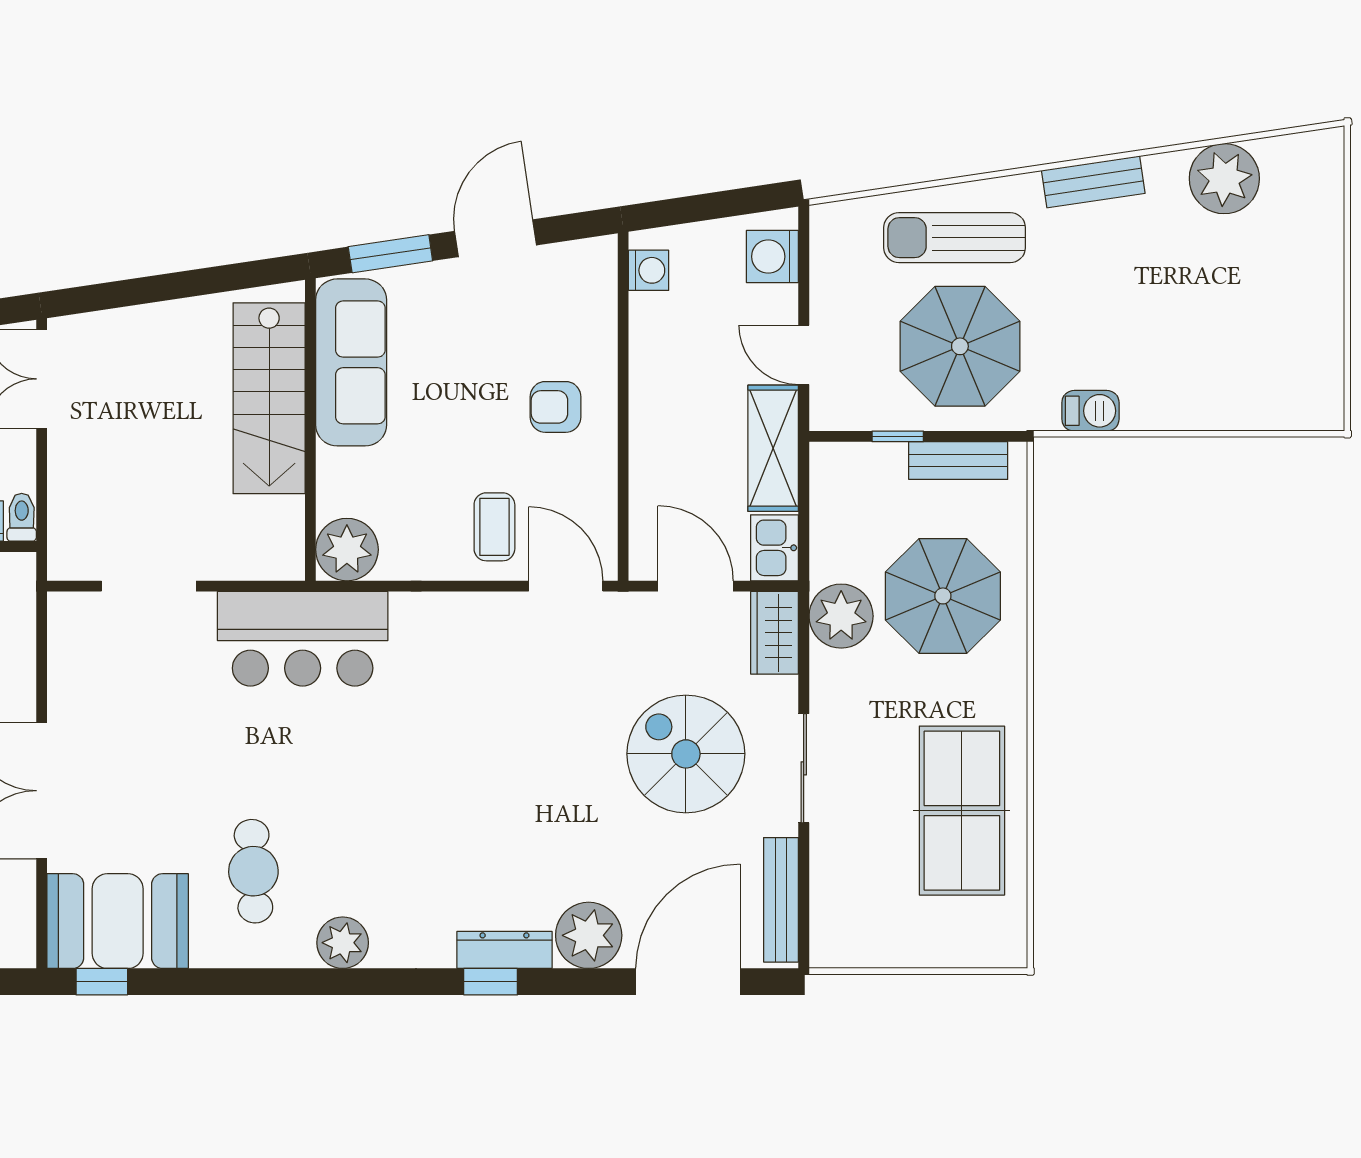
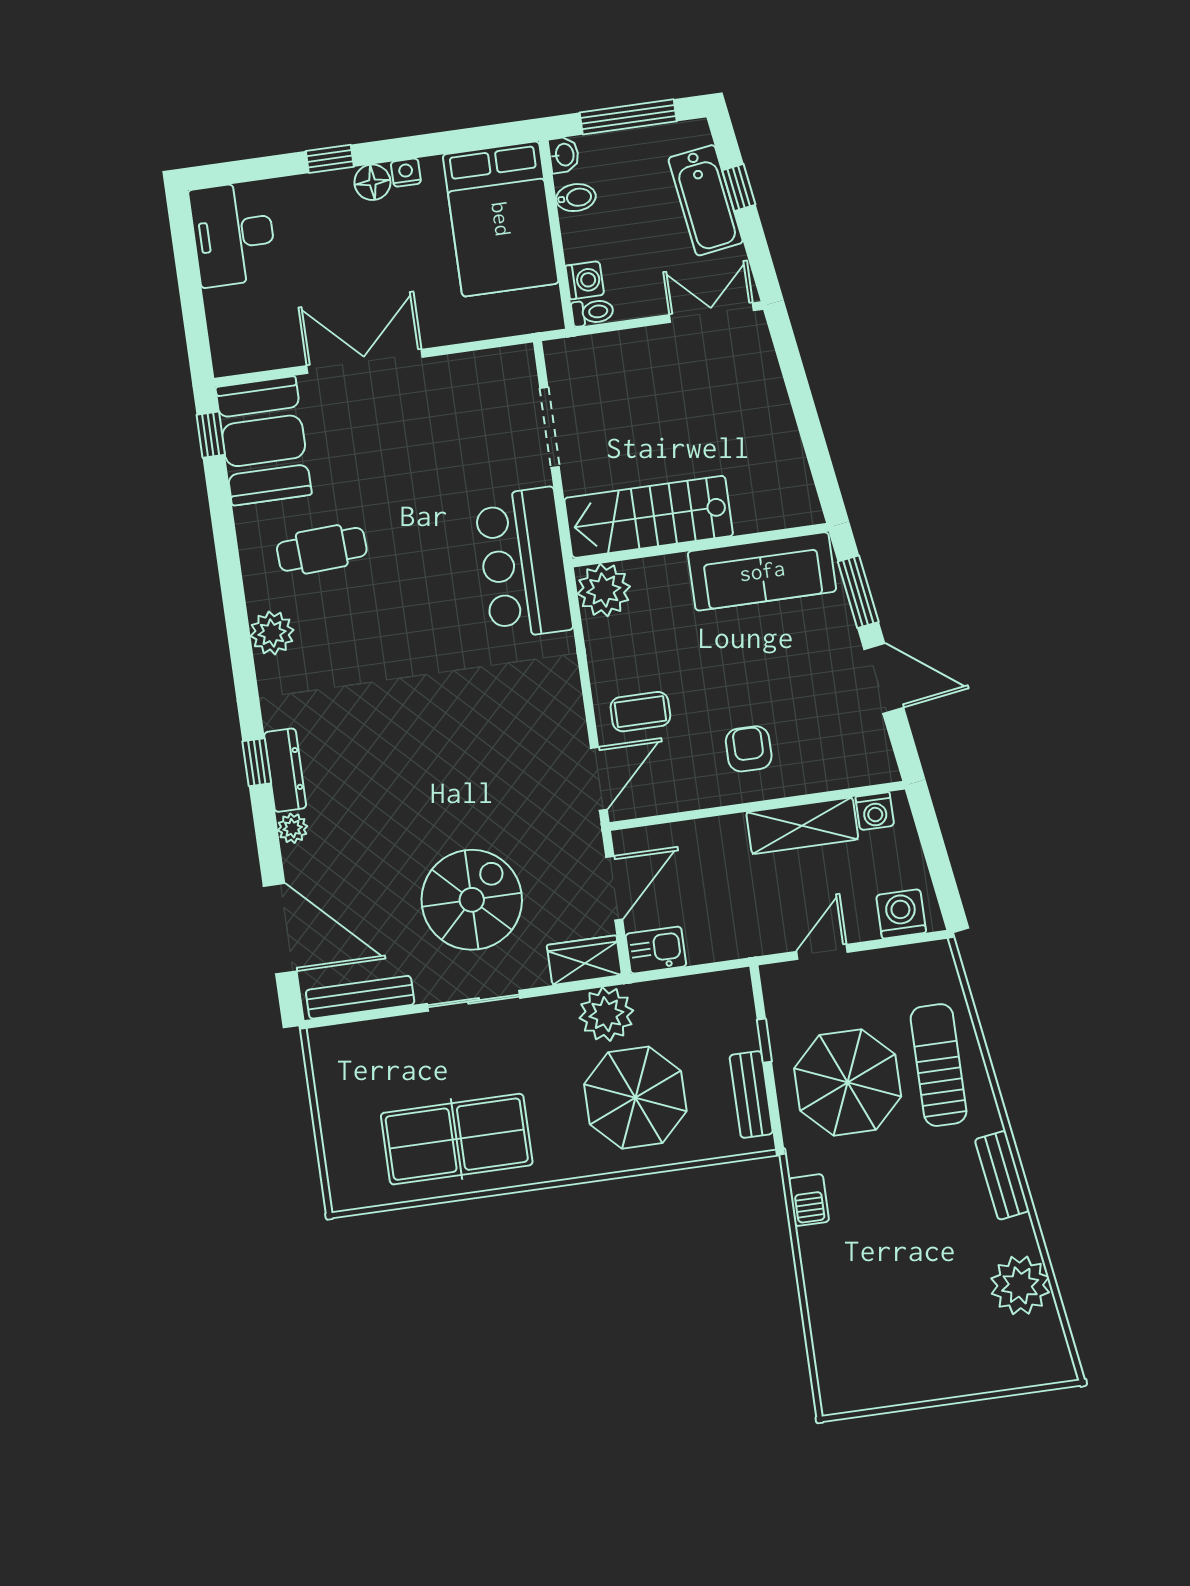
stairs: (269, 398) -> (649, 517), moved
shelving: (773, 448) -> (802, 826), moved
plant: (589, 935) -> (293, 828), width x0.53, depth x0.53

